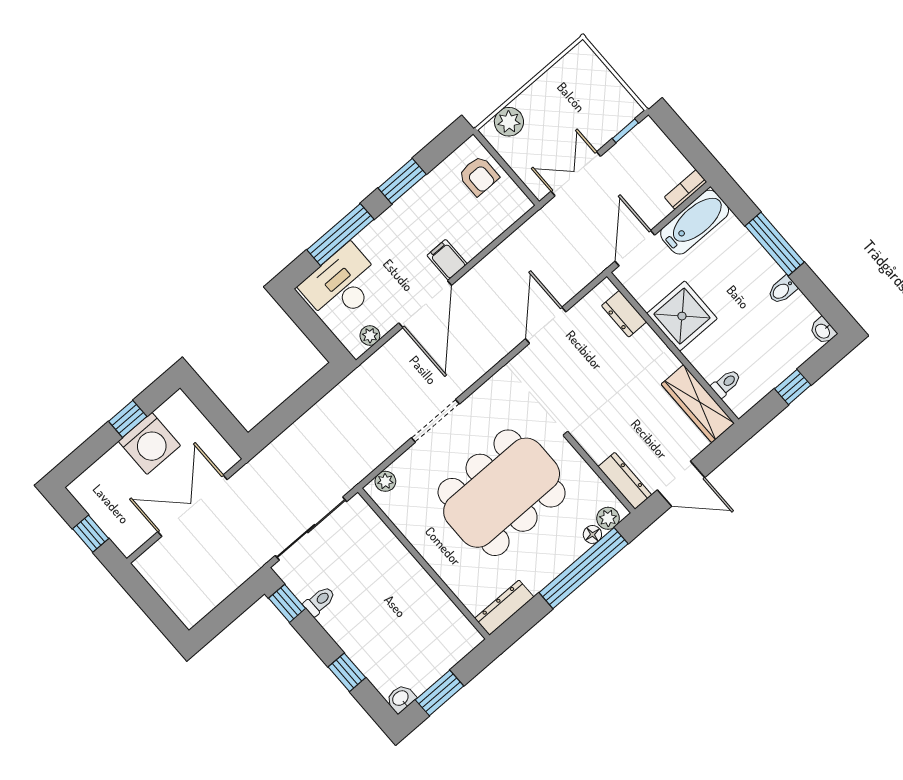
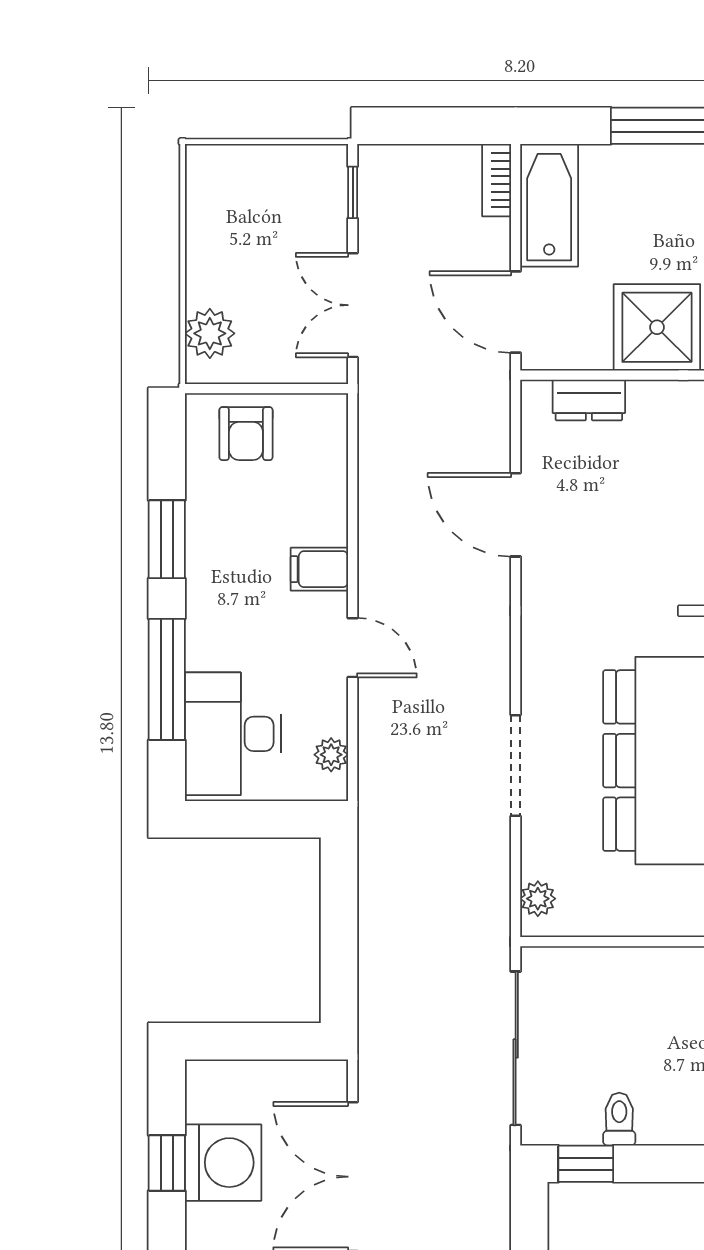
armchair: (479, 176) -> (246, 434), turned 90
door: (425, 304) -> (353, 648), width x0.53

